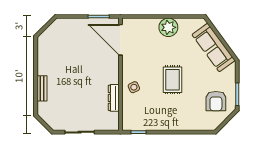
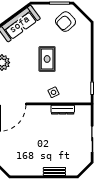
rug: (173, 80) -> (47, 59), turned 90
armchair: (216, 101) -> (65, 22), turned 138

